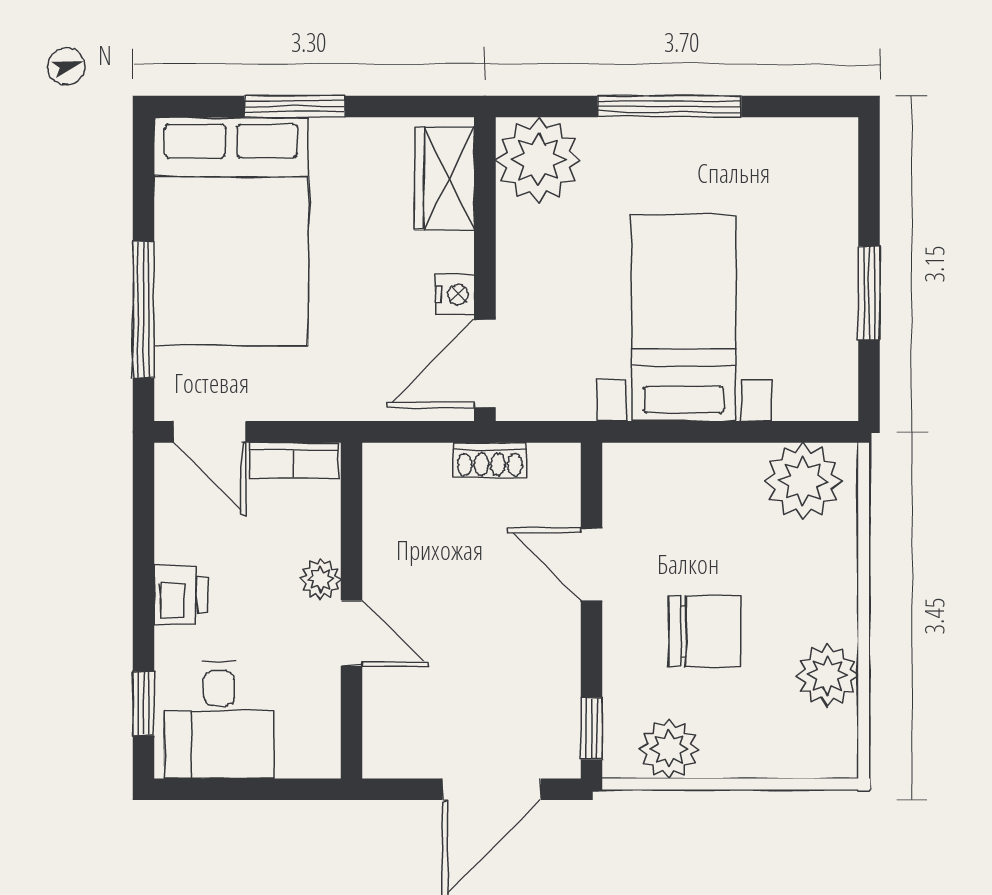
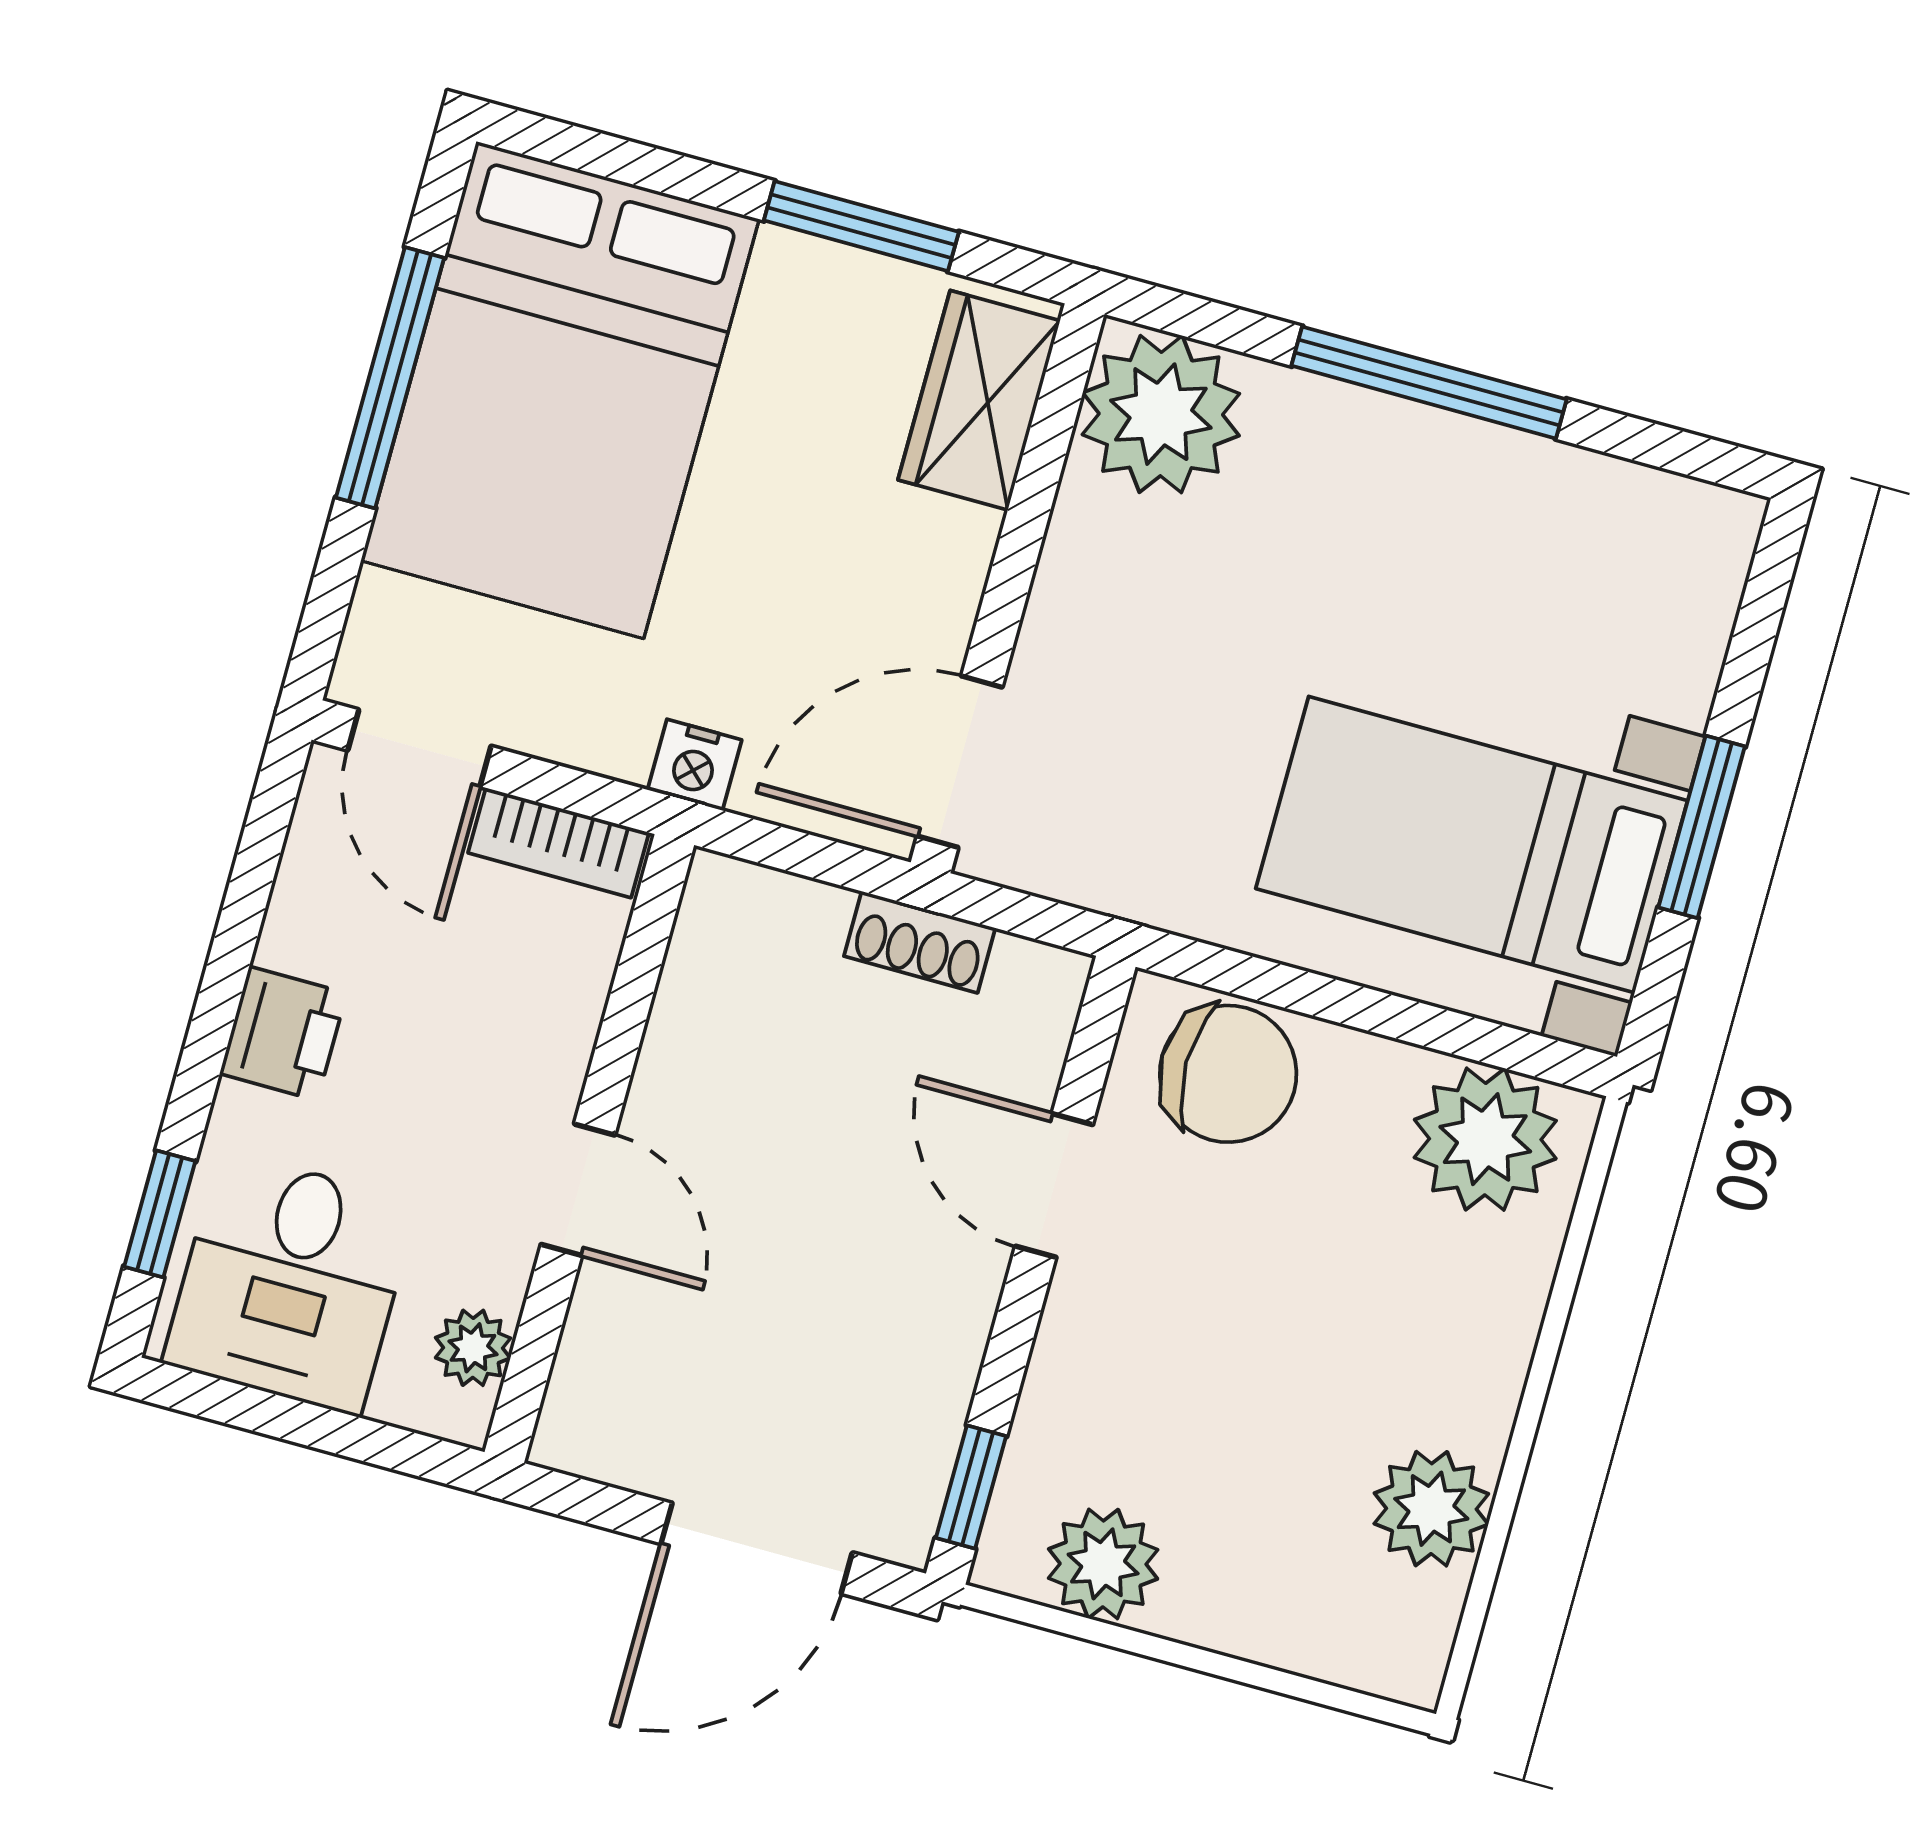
window: (294, 106) -> (861, 226), moved
nightstand: (455, 294) -> (695, 765), moved, turned 90
window: (143, 310) -> (390, 378), moved
bed with nightstands: (684, 318) -> (1472, 845), moved, turned -90
plant: (320, 579) -> (473, 1348), moved
chair: (705, 631) -> (1228, 1074), moved

